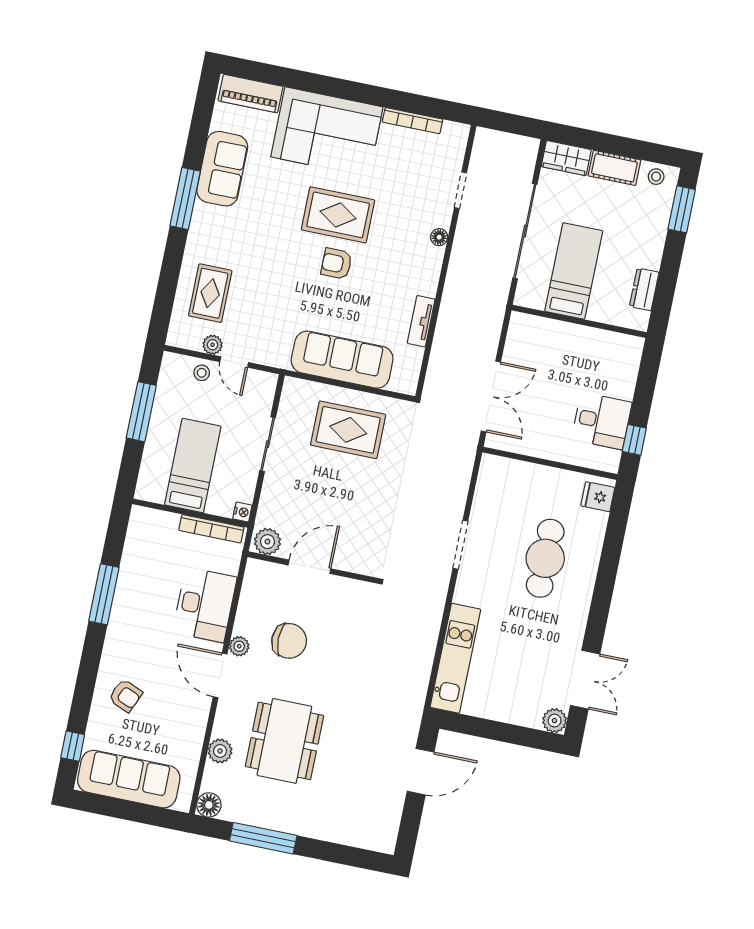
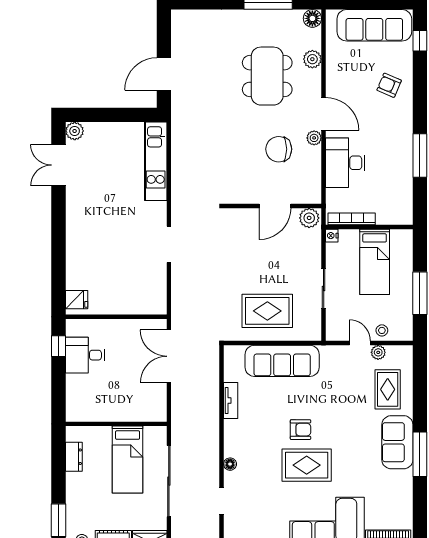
sofa: (222, 169) -> (397, 442), moved
cafe table: (545, 558) -> (105, 247), removed

